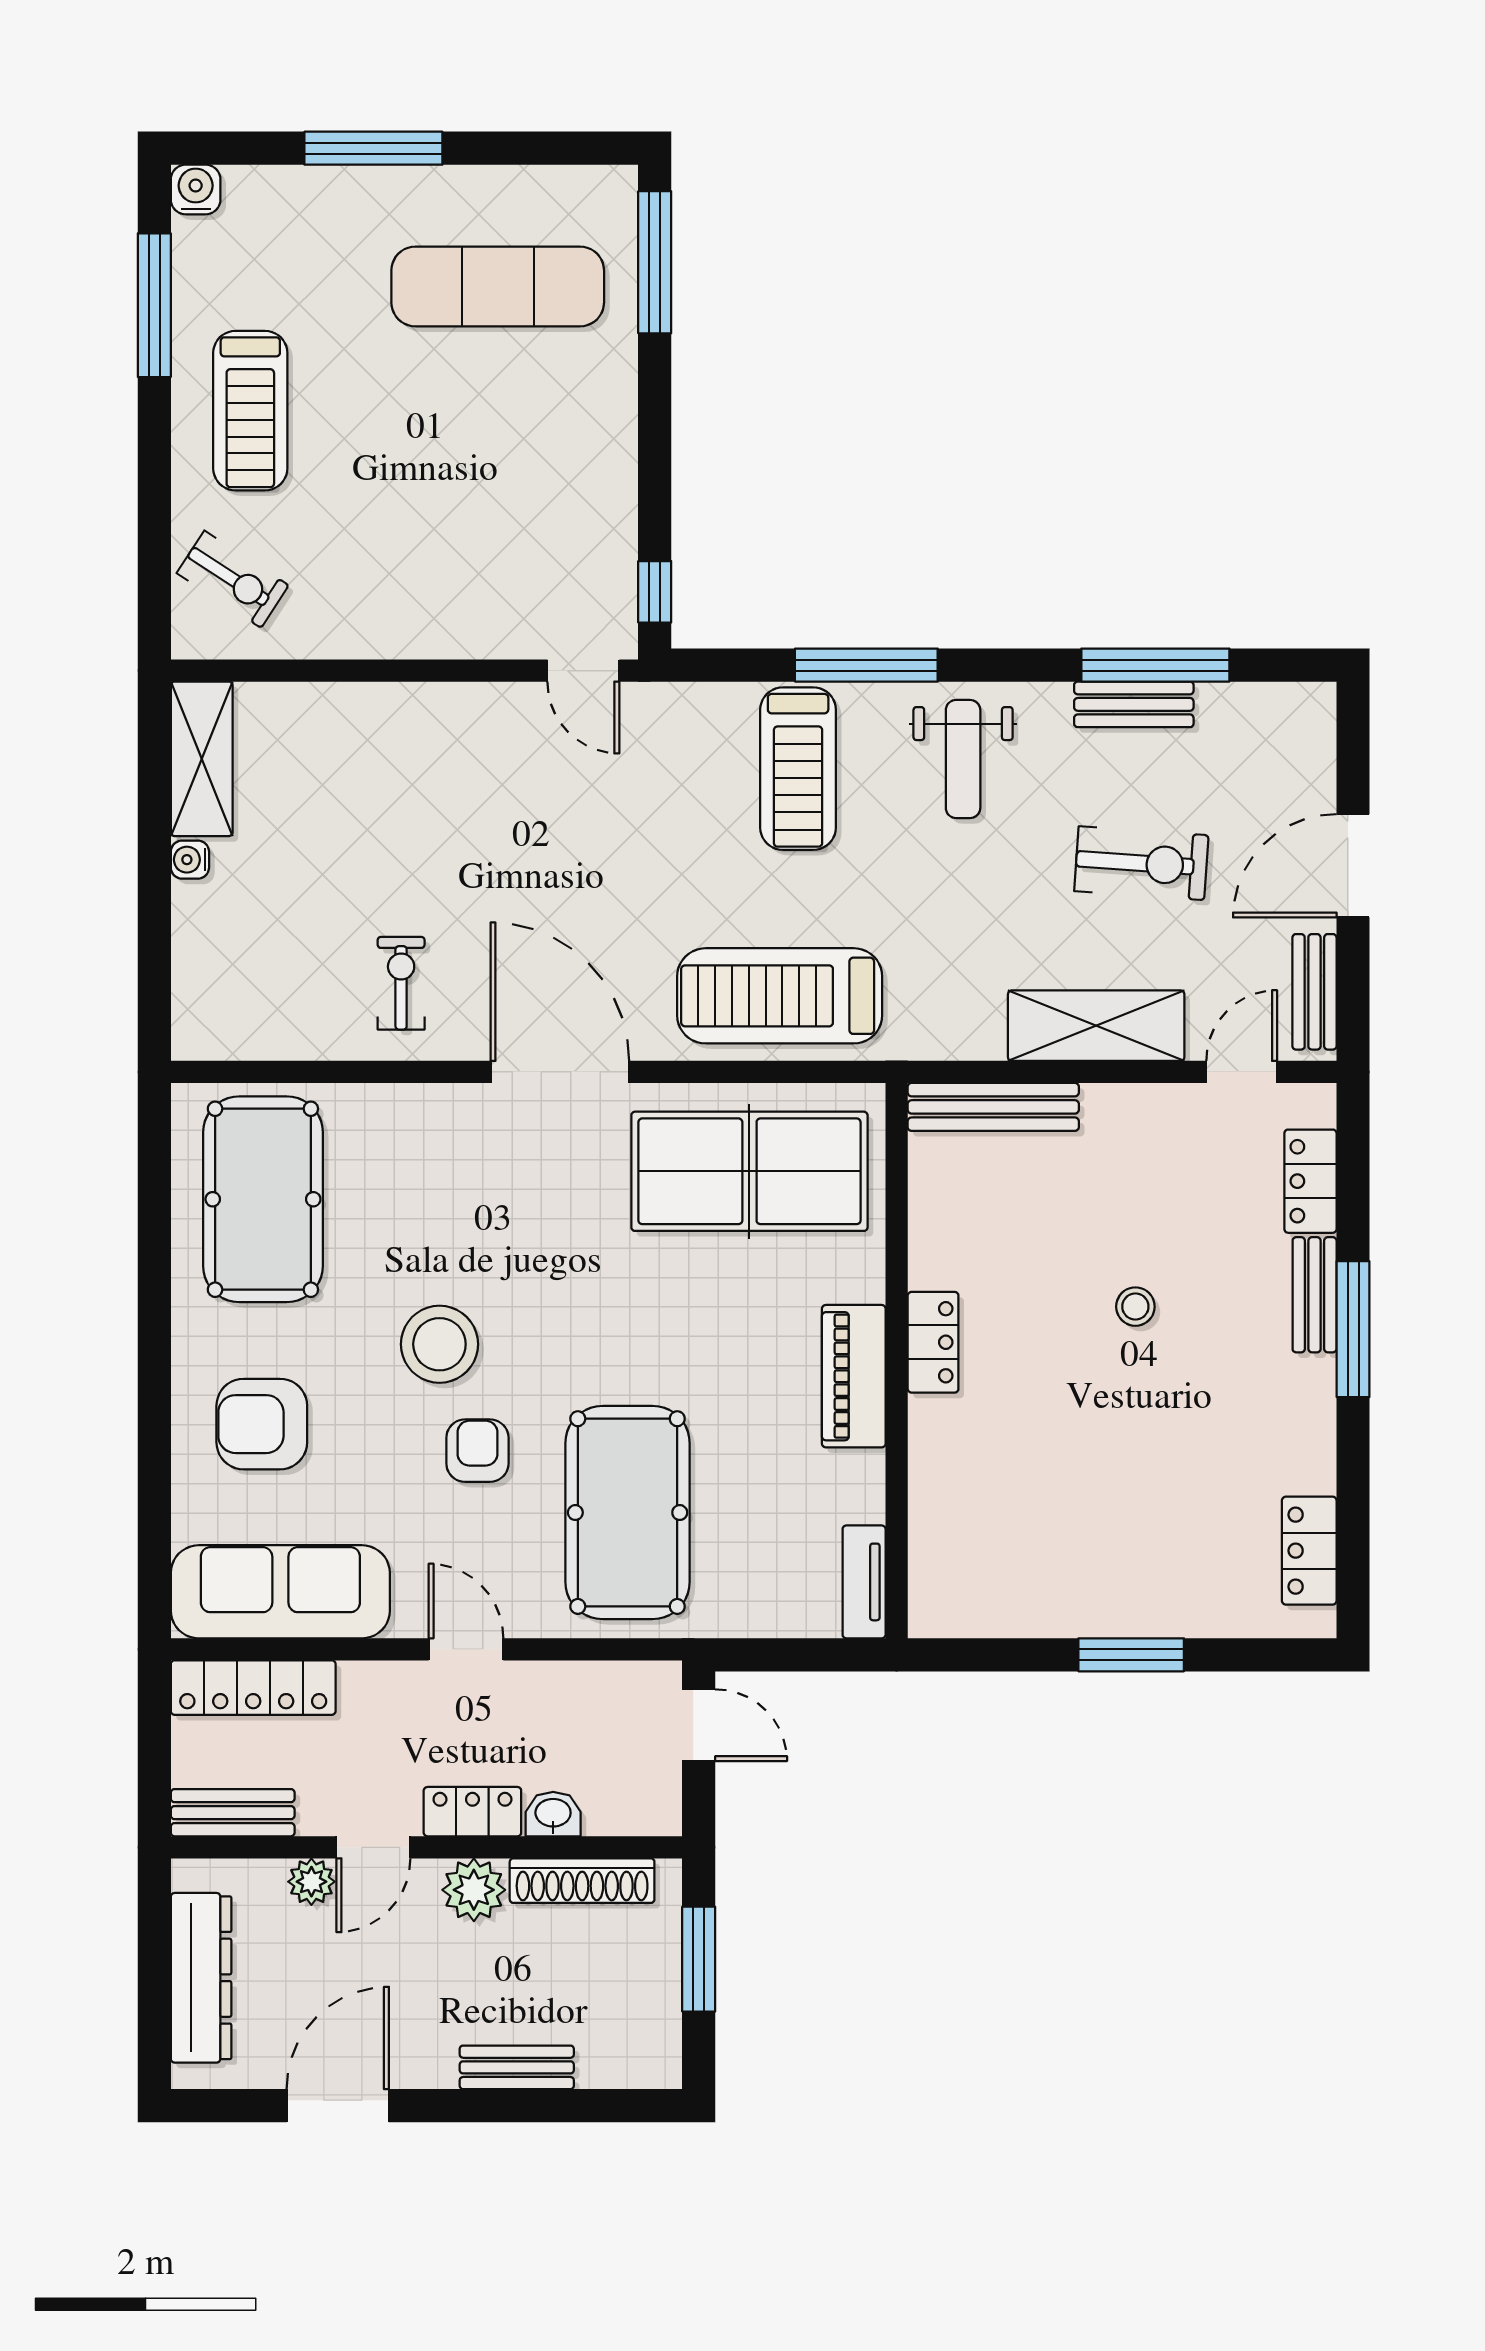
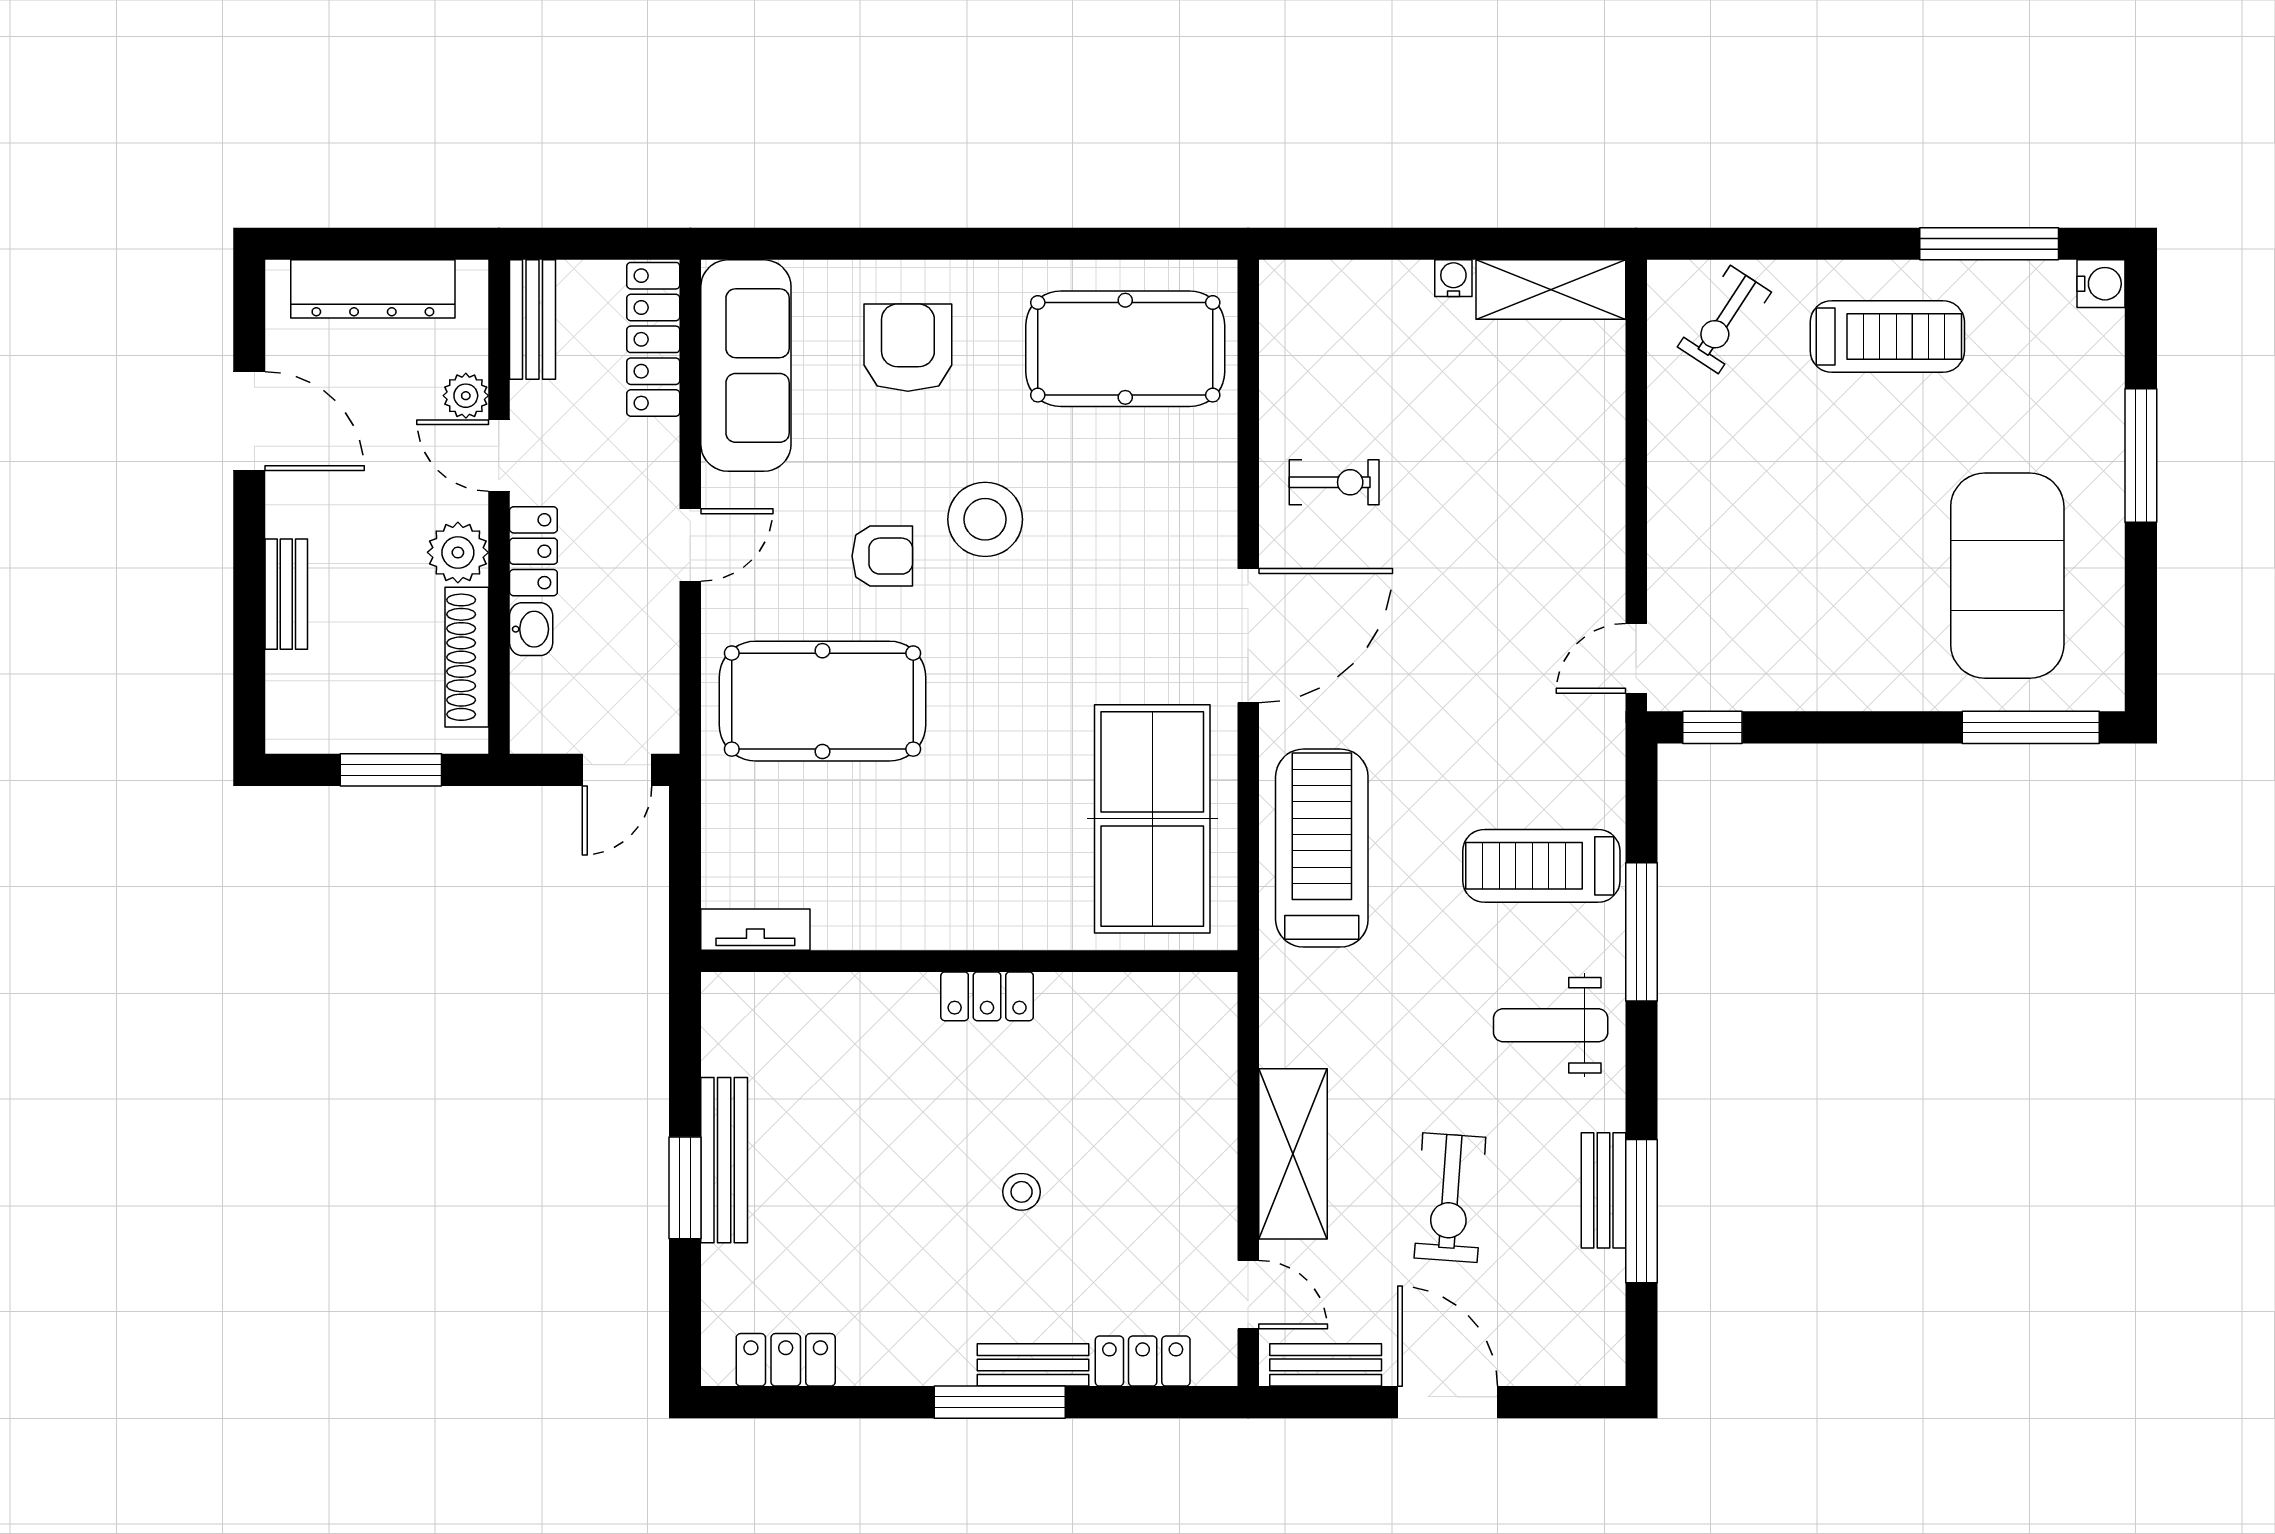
exercise mat: (498, 286) -> (2007, 576), width x1.47
treadmill: (250, 411) -> (1887, 336), turned 180
bench: (993, 1107) -> (724, 1160), moved
piano: (854, 1376) -> (954, 920), removed

